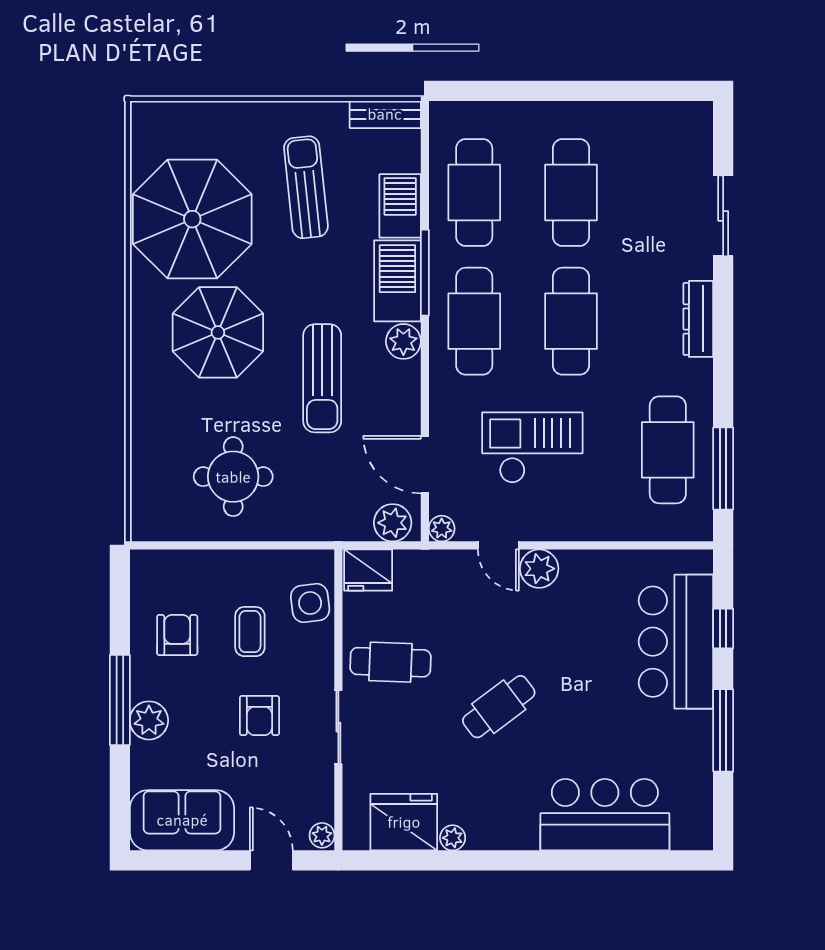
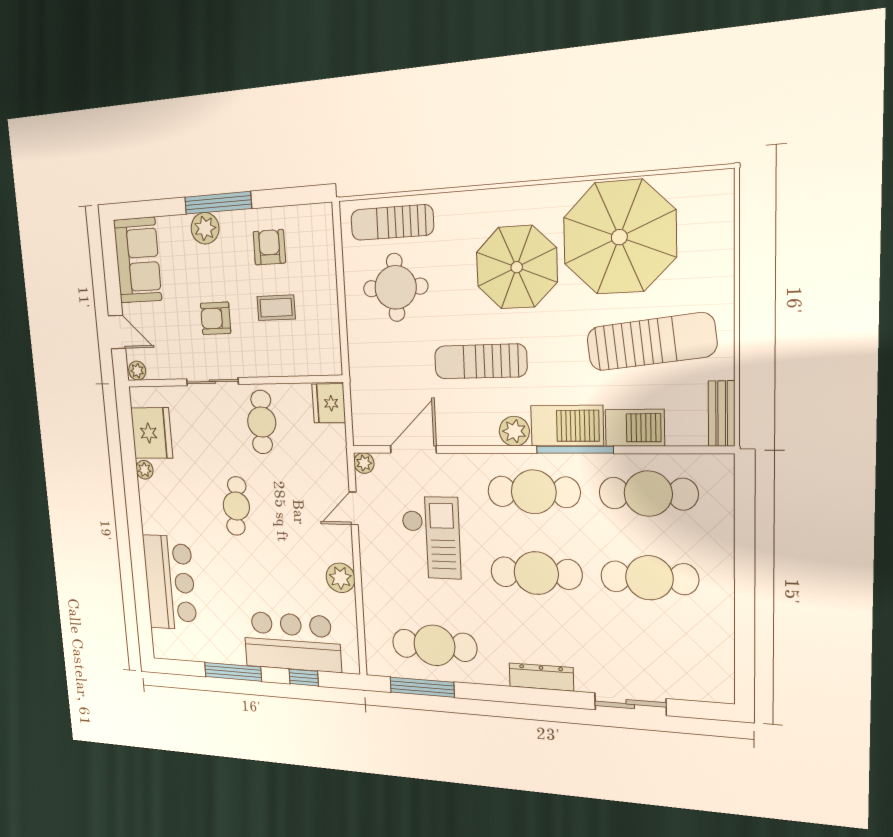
sun lounger: (306, 187) -> (651, 342), width x1.36, depth x1.34
sun lounger: (159, 477) -> (392, 222), added
plant: (393, 523) -> (366, 423), removed
plant: (539, 569) -> (340, 578), moved
side table: (310, 603) -> (301, 356), removed
armchair: (177, 635) -> (269, 247), turned -90
cafe table: (499, 707) -> (236, 506), turned 43
door: (271, 860) -> (117, 332), hinge flipped

